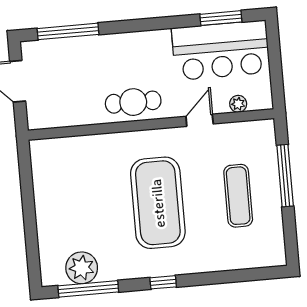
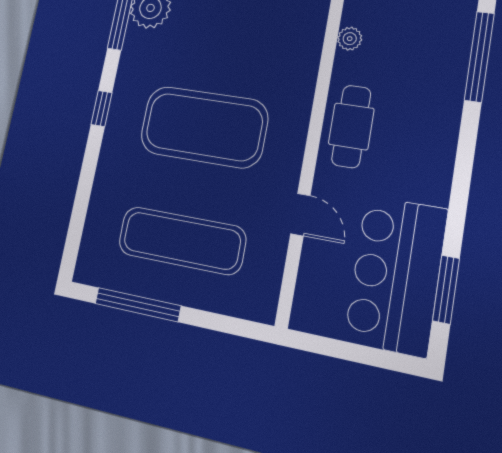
plant: (238, 104) -> (350, 39), moved
window: (285, 176) -> (138, 305), moved
exercise mat: (238, 196) -> (182, 240), width x1.36, depth x1.45

